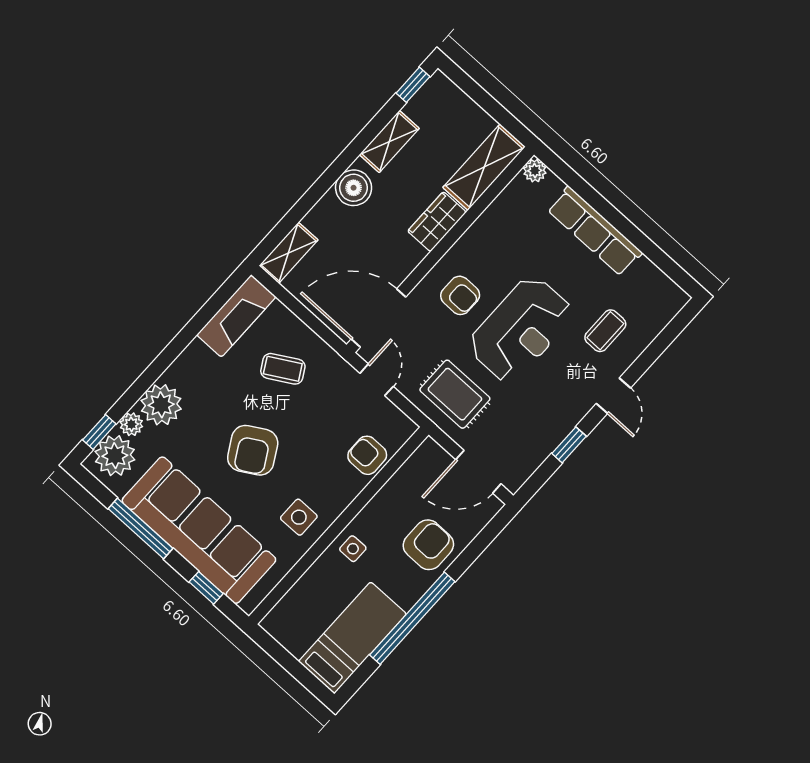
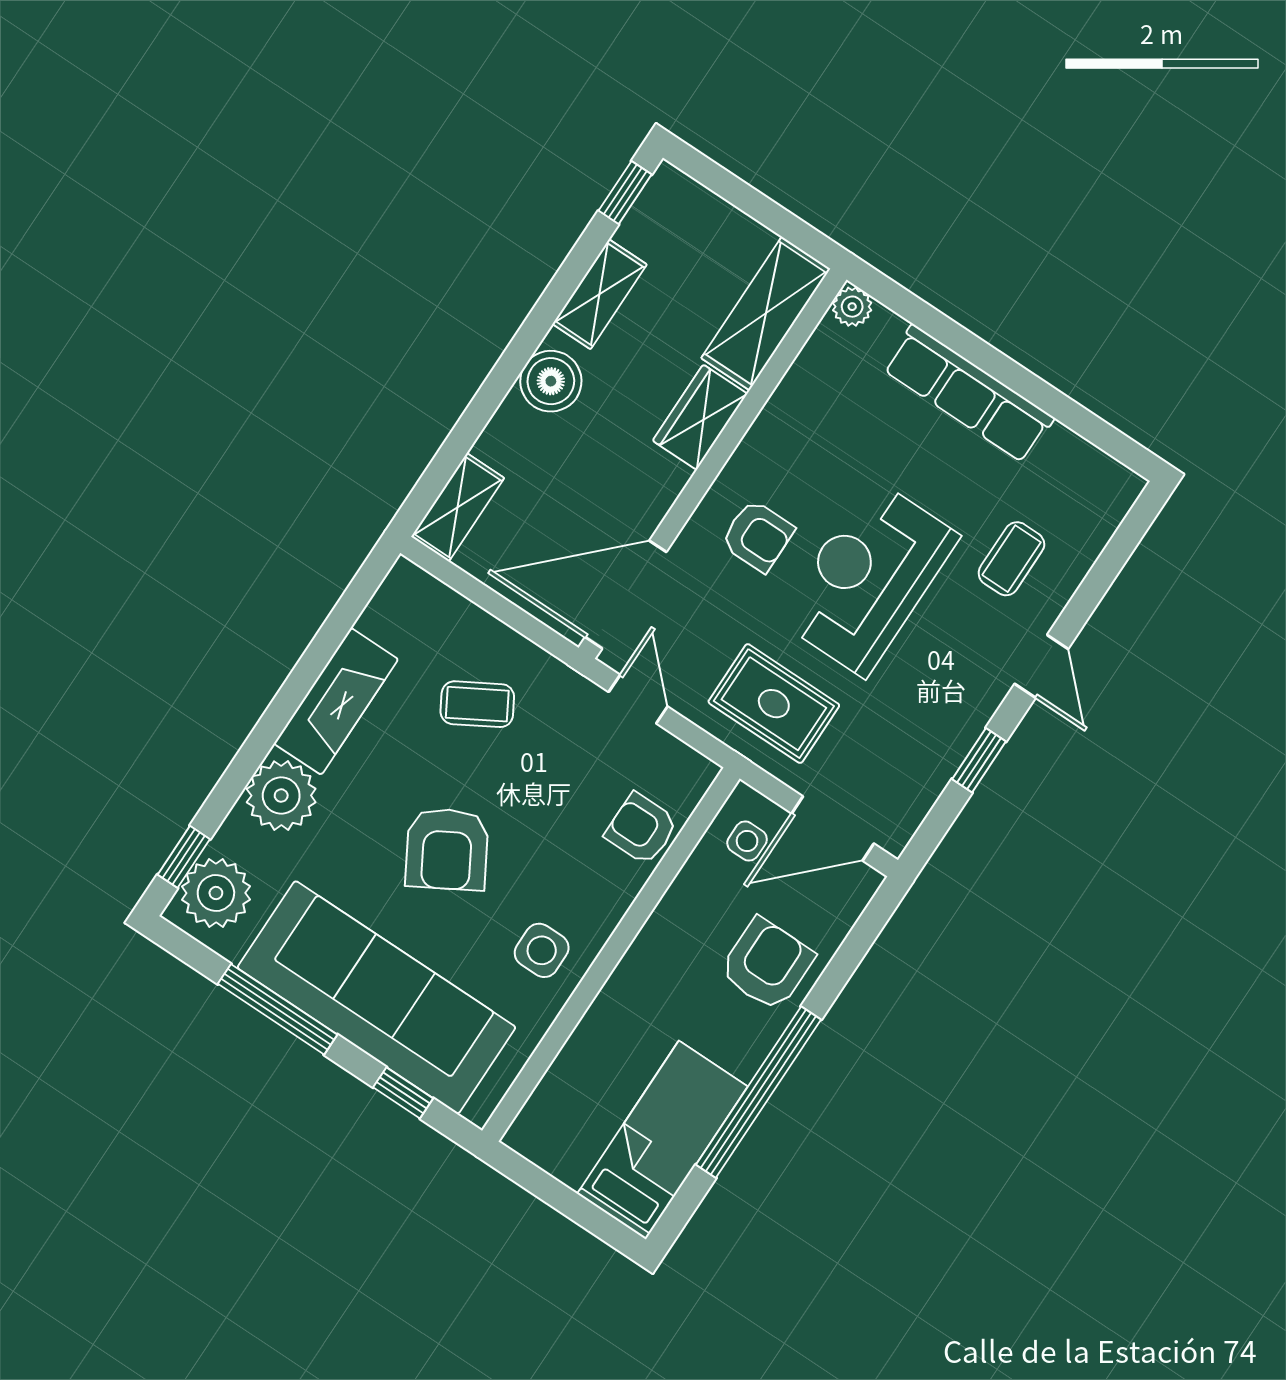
fireplace: (236, 316) -> (336, 701), moved
reception desk: (521, 329) -> (868, 578), turned 180
plant: (131, 424) -> (236, 836), removed
side table: (353, 549) -> (747, 841), moved

